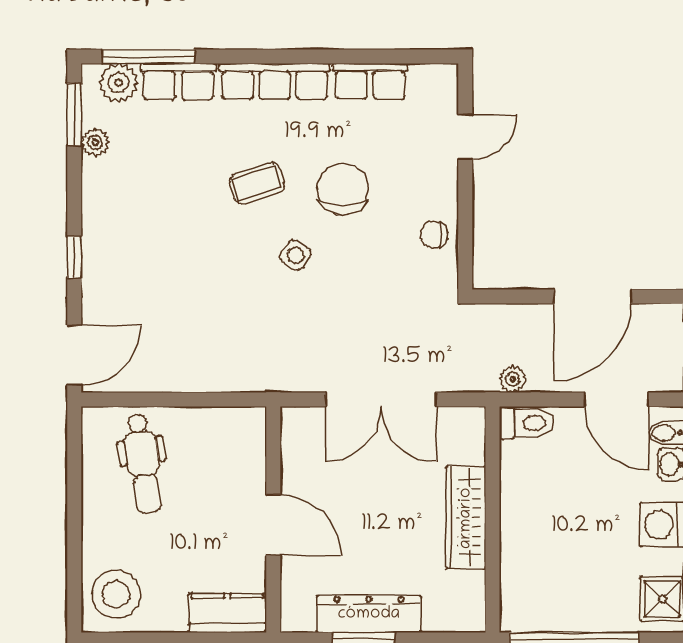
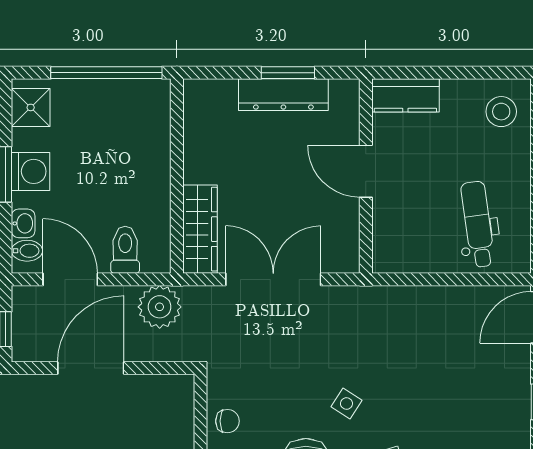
plant: (513, 379) -> (160, 307), width x1.88, depth x1.88
toilet: (527, 423) -> (125, 250), moved, turned 90
wardrobe: (466, 518) -> (200, 229), moved
stool: (116, 594) -> (501, 112), width x0.73, depth x0.73

